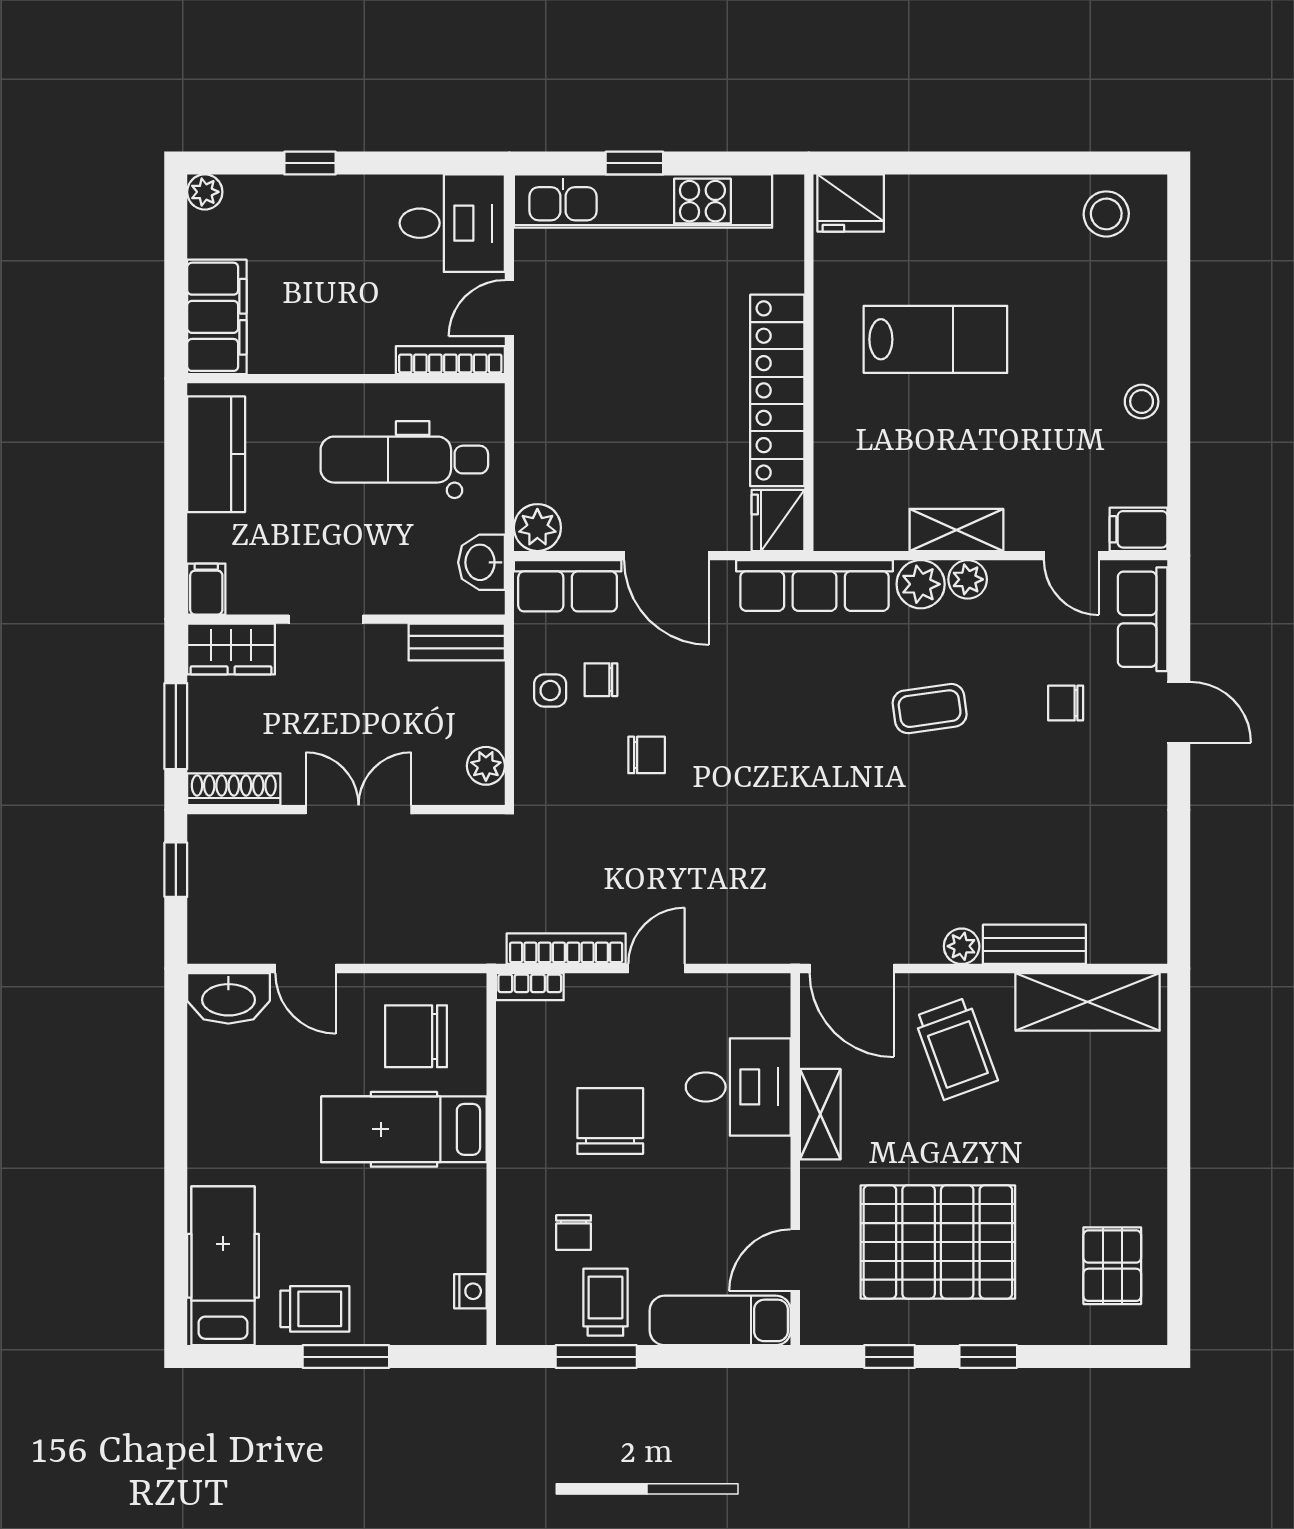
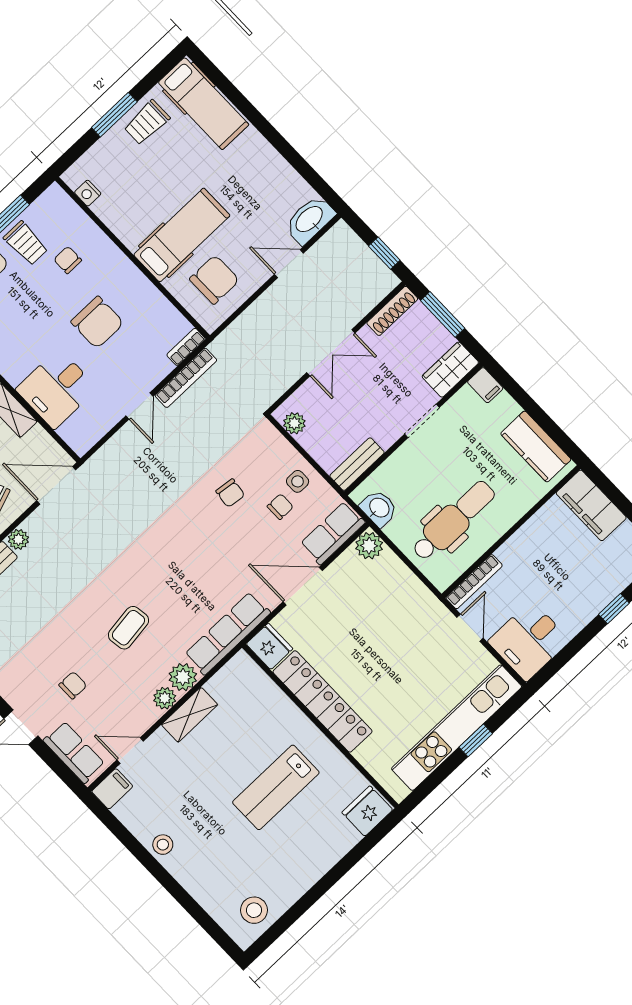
chair: (647, 755) -> (230, 493), turned -83

